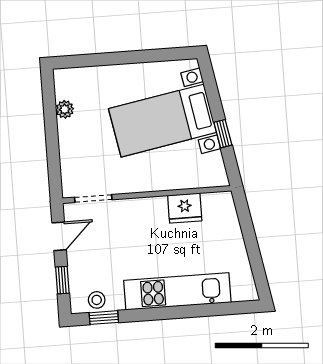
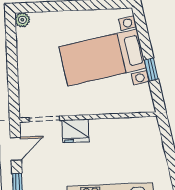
plant: (65, 109) -> (22, 20), moved
fridge: (185, 208) -> (75, 131), moved

